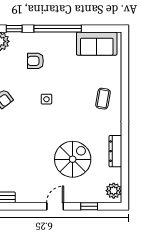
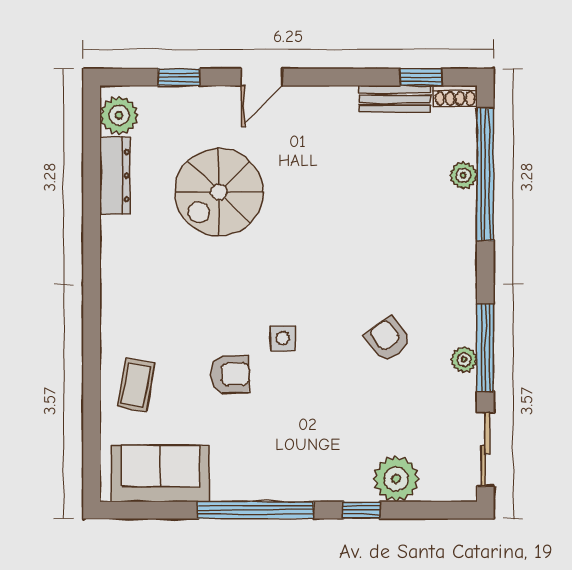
armchair: (35, 61) -> (230, 374), moved
coffee table: (103, 99) -> (136, 385), moved
dresser: (115, 151) -> (115, 176), moved

